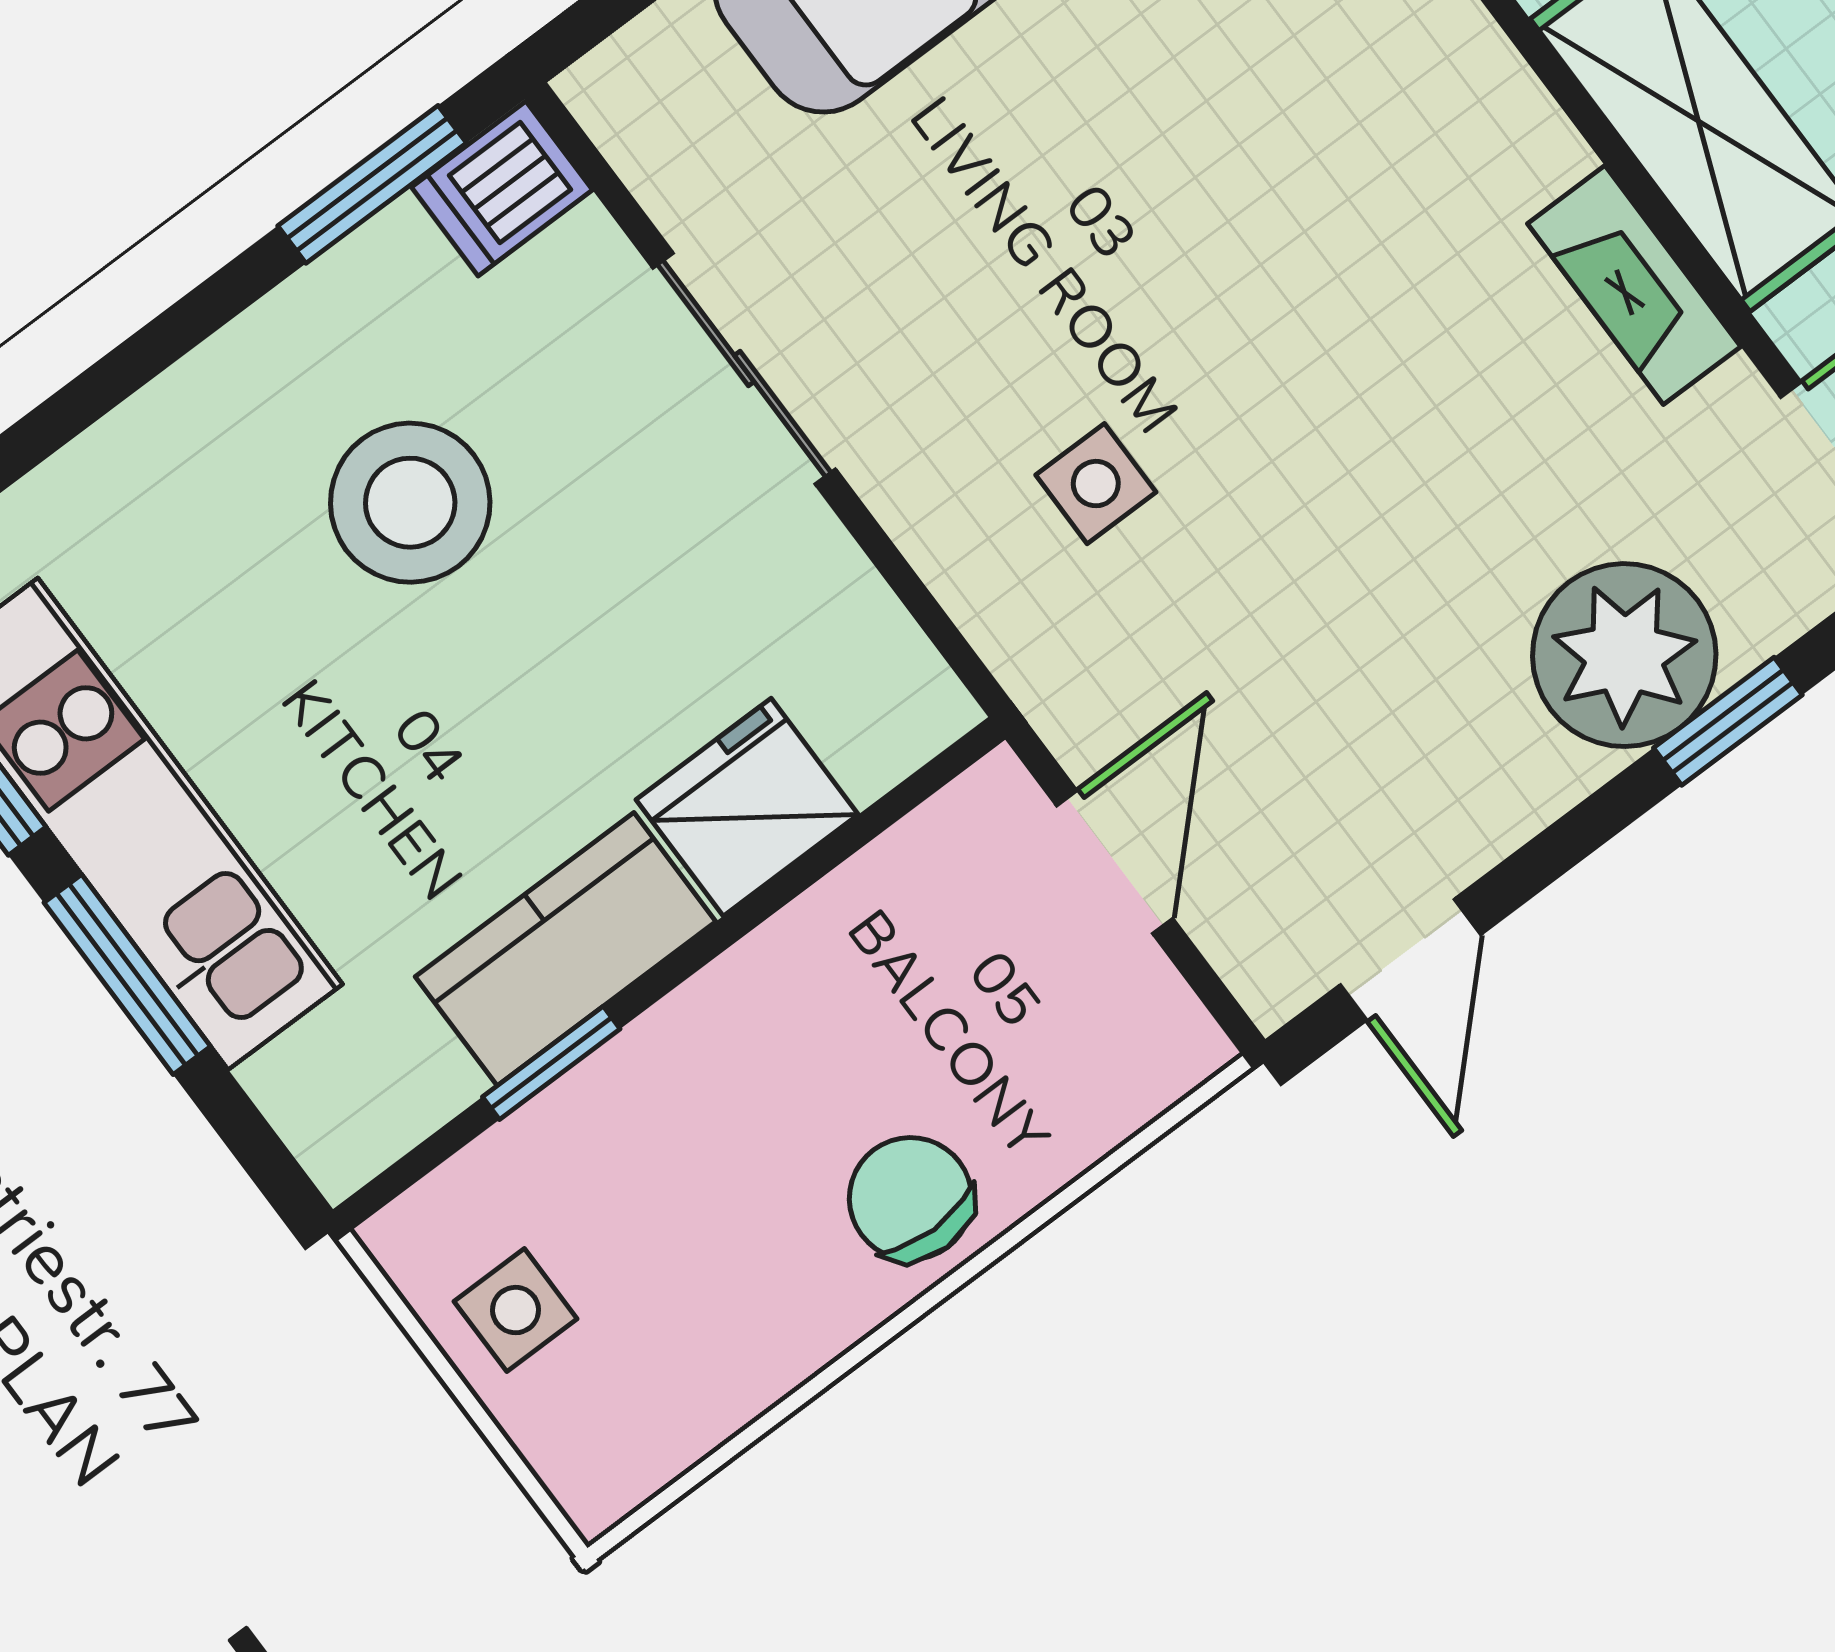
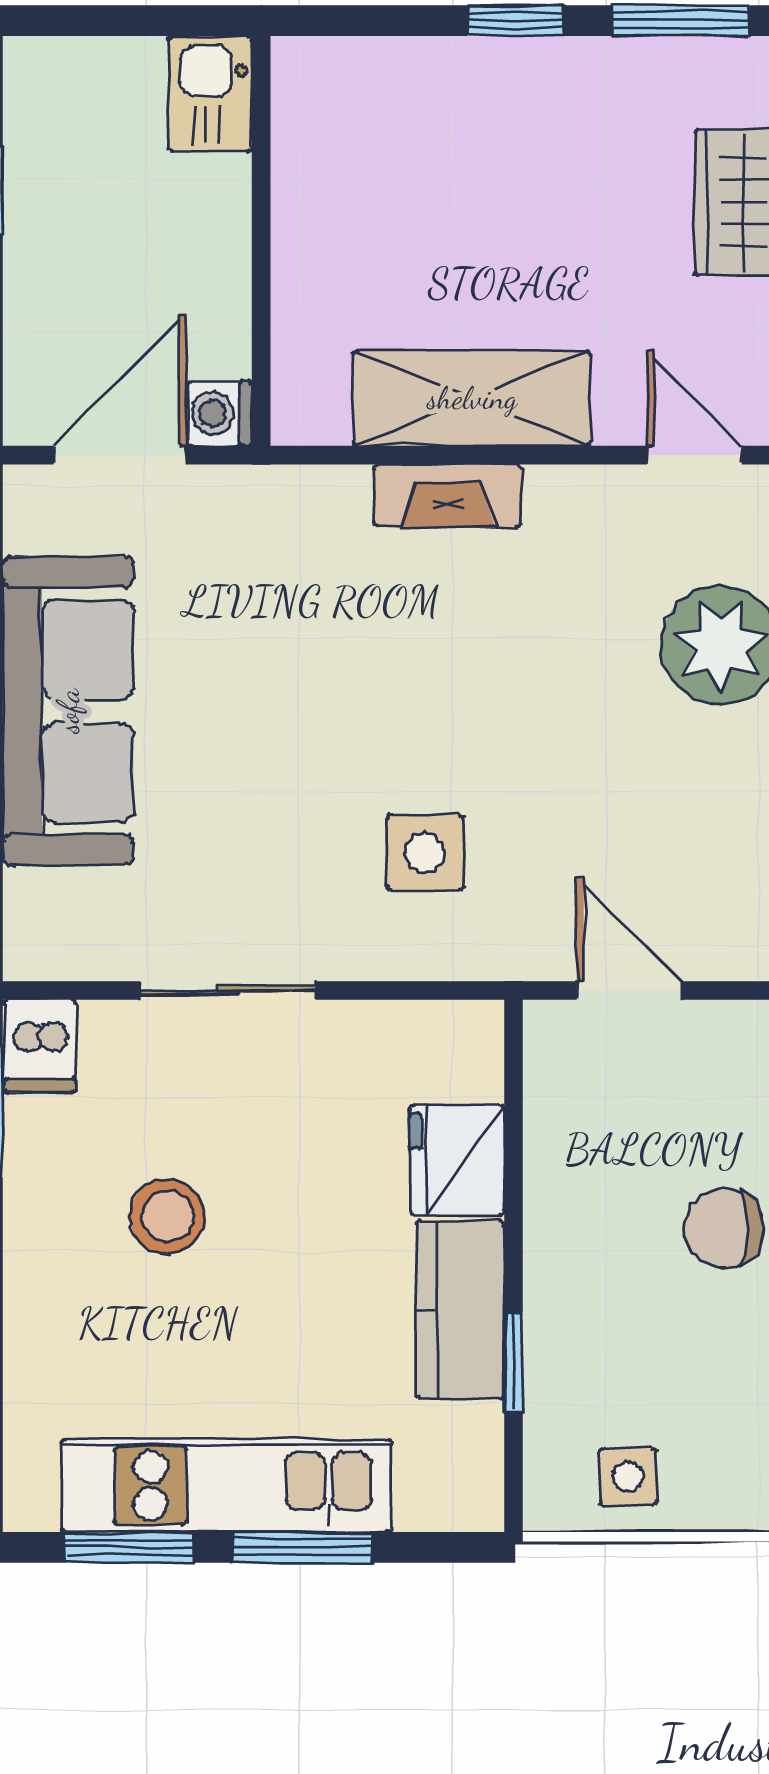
fireplace: (1634, 285) -> (448, 496), moved
side table: (1096, 484) -> (425, 853), width x1.37, depth x1.37
stool: (410, 503) -> (167, 1216), width x0.73, depth x0.73

